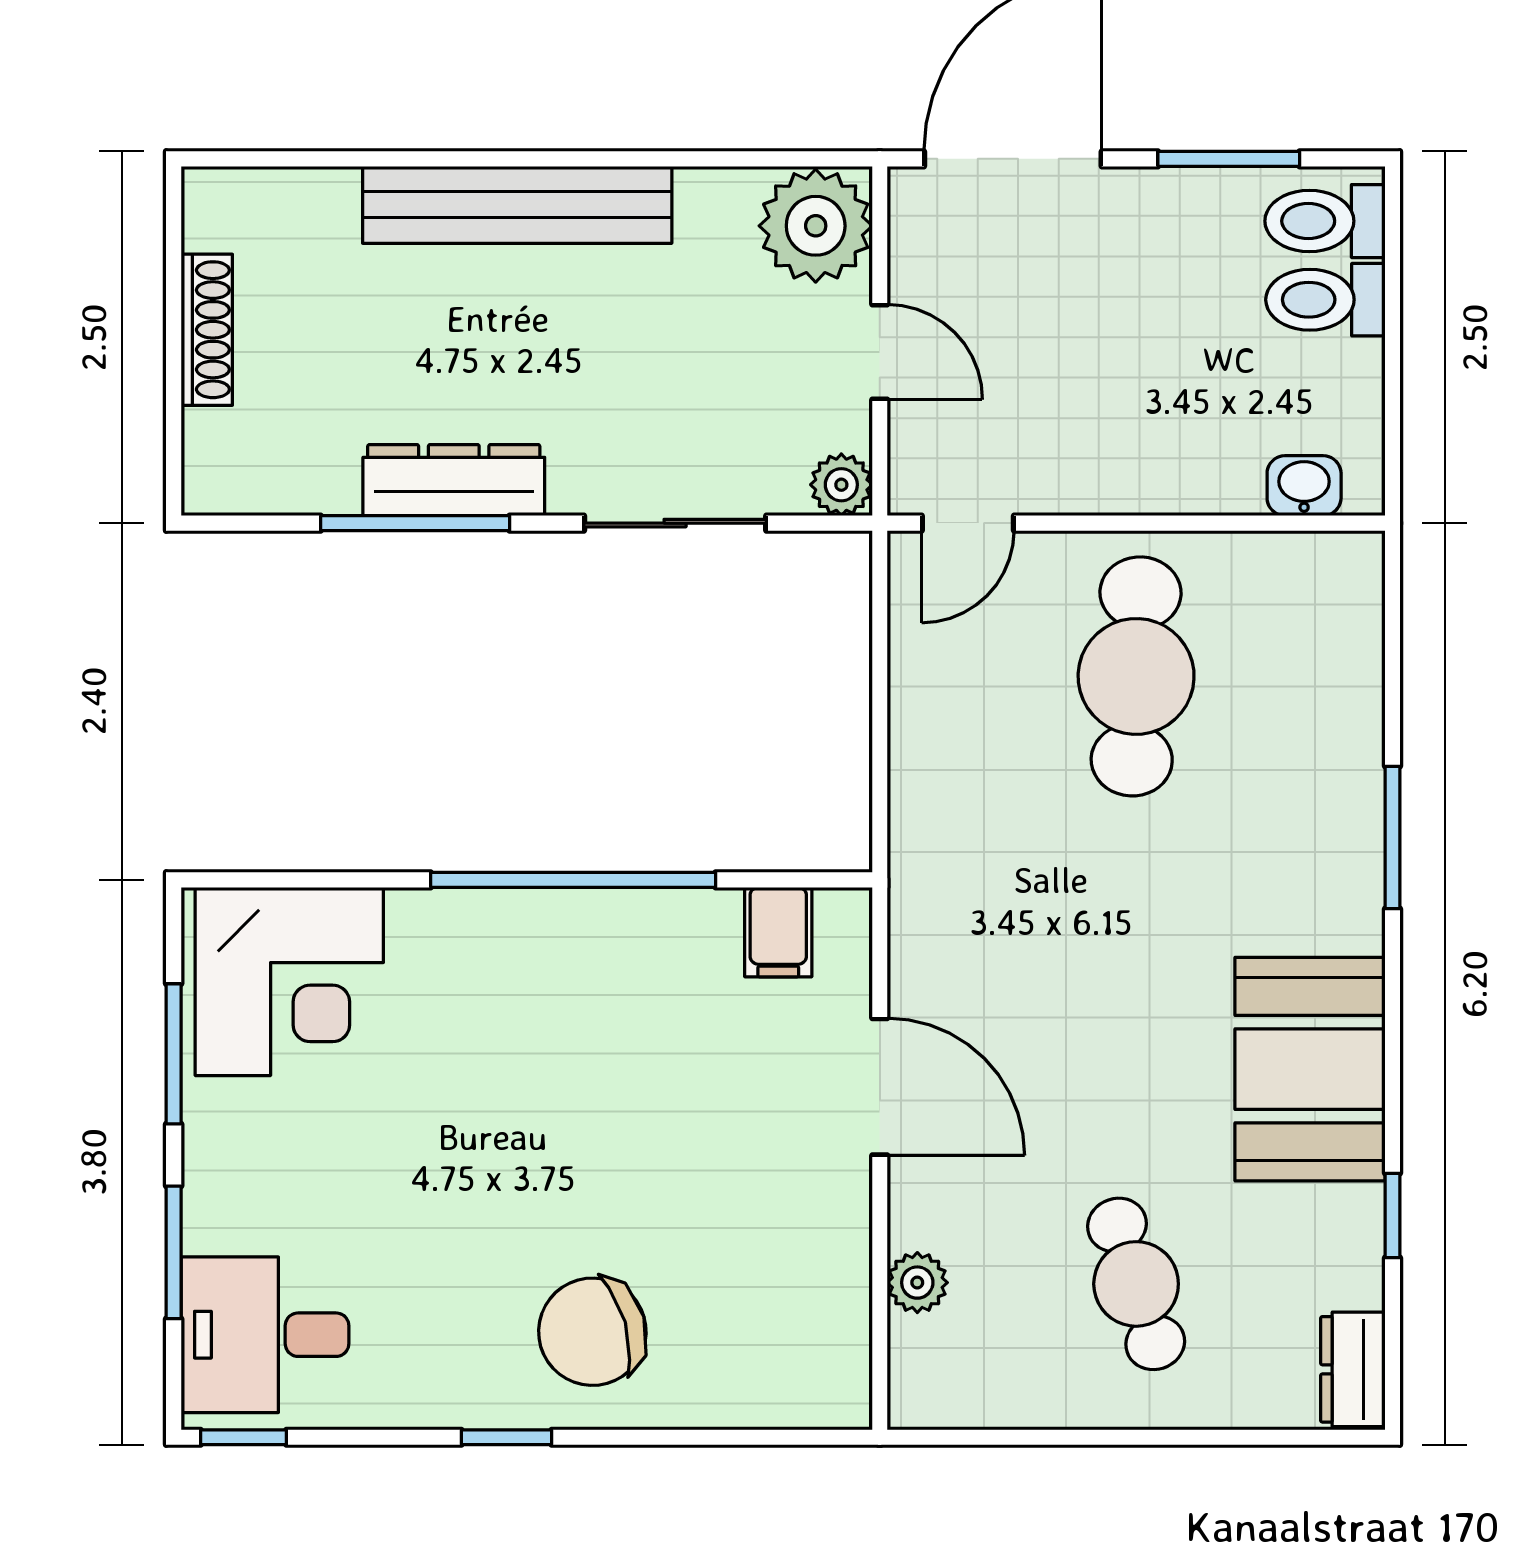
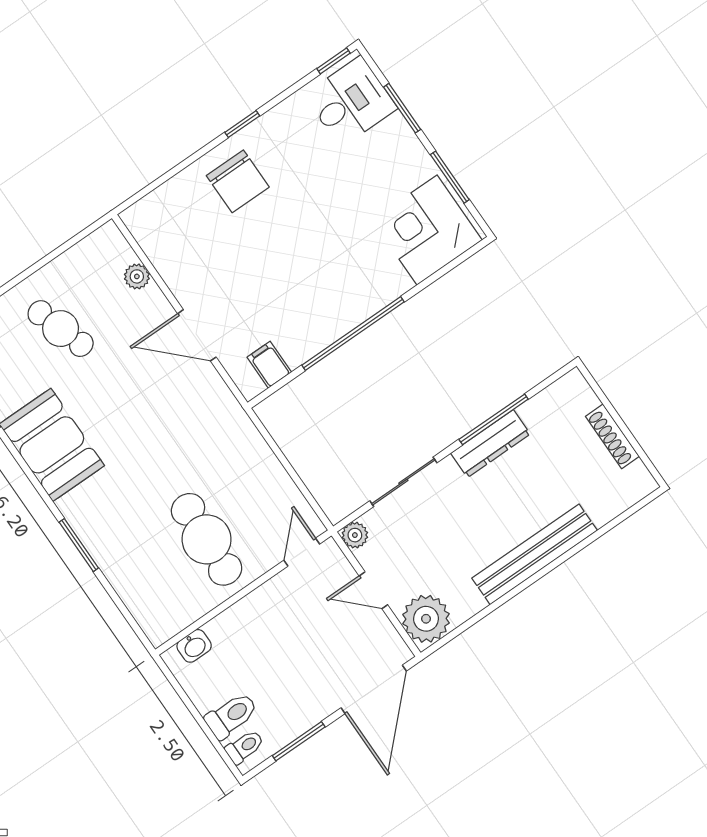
toilet: (1325, 221) -> (245, 747), width x0.73, depth x0.72
chair: (592, 1332) -> (238, 181), turned 106

